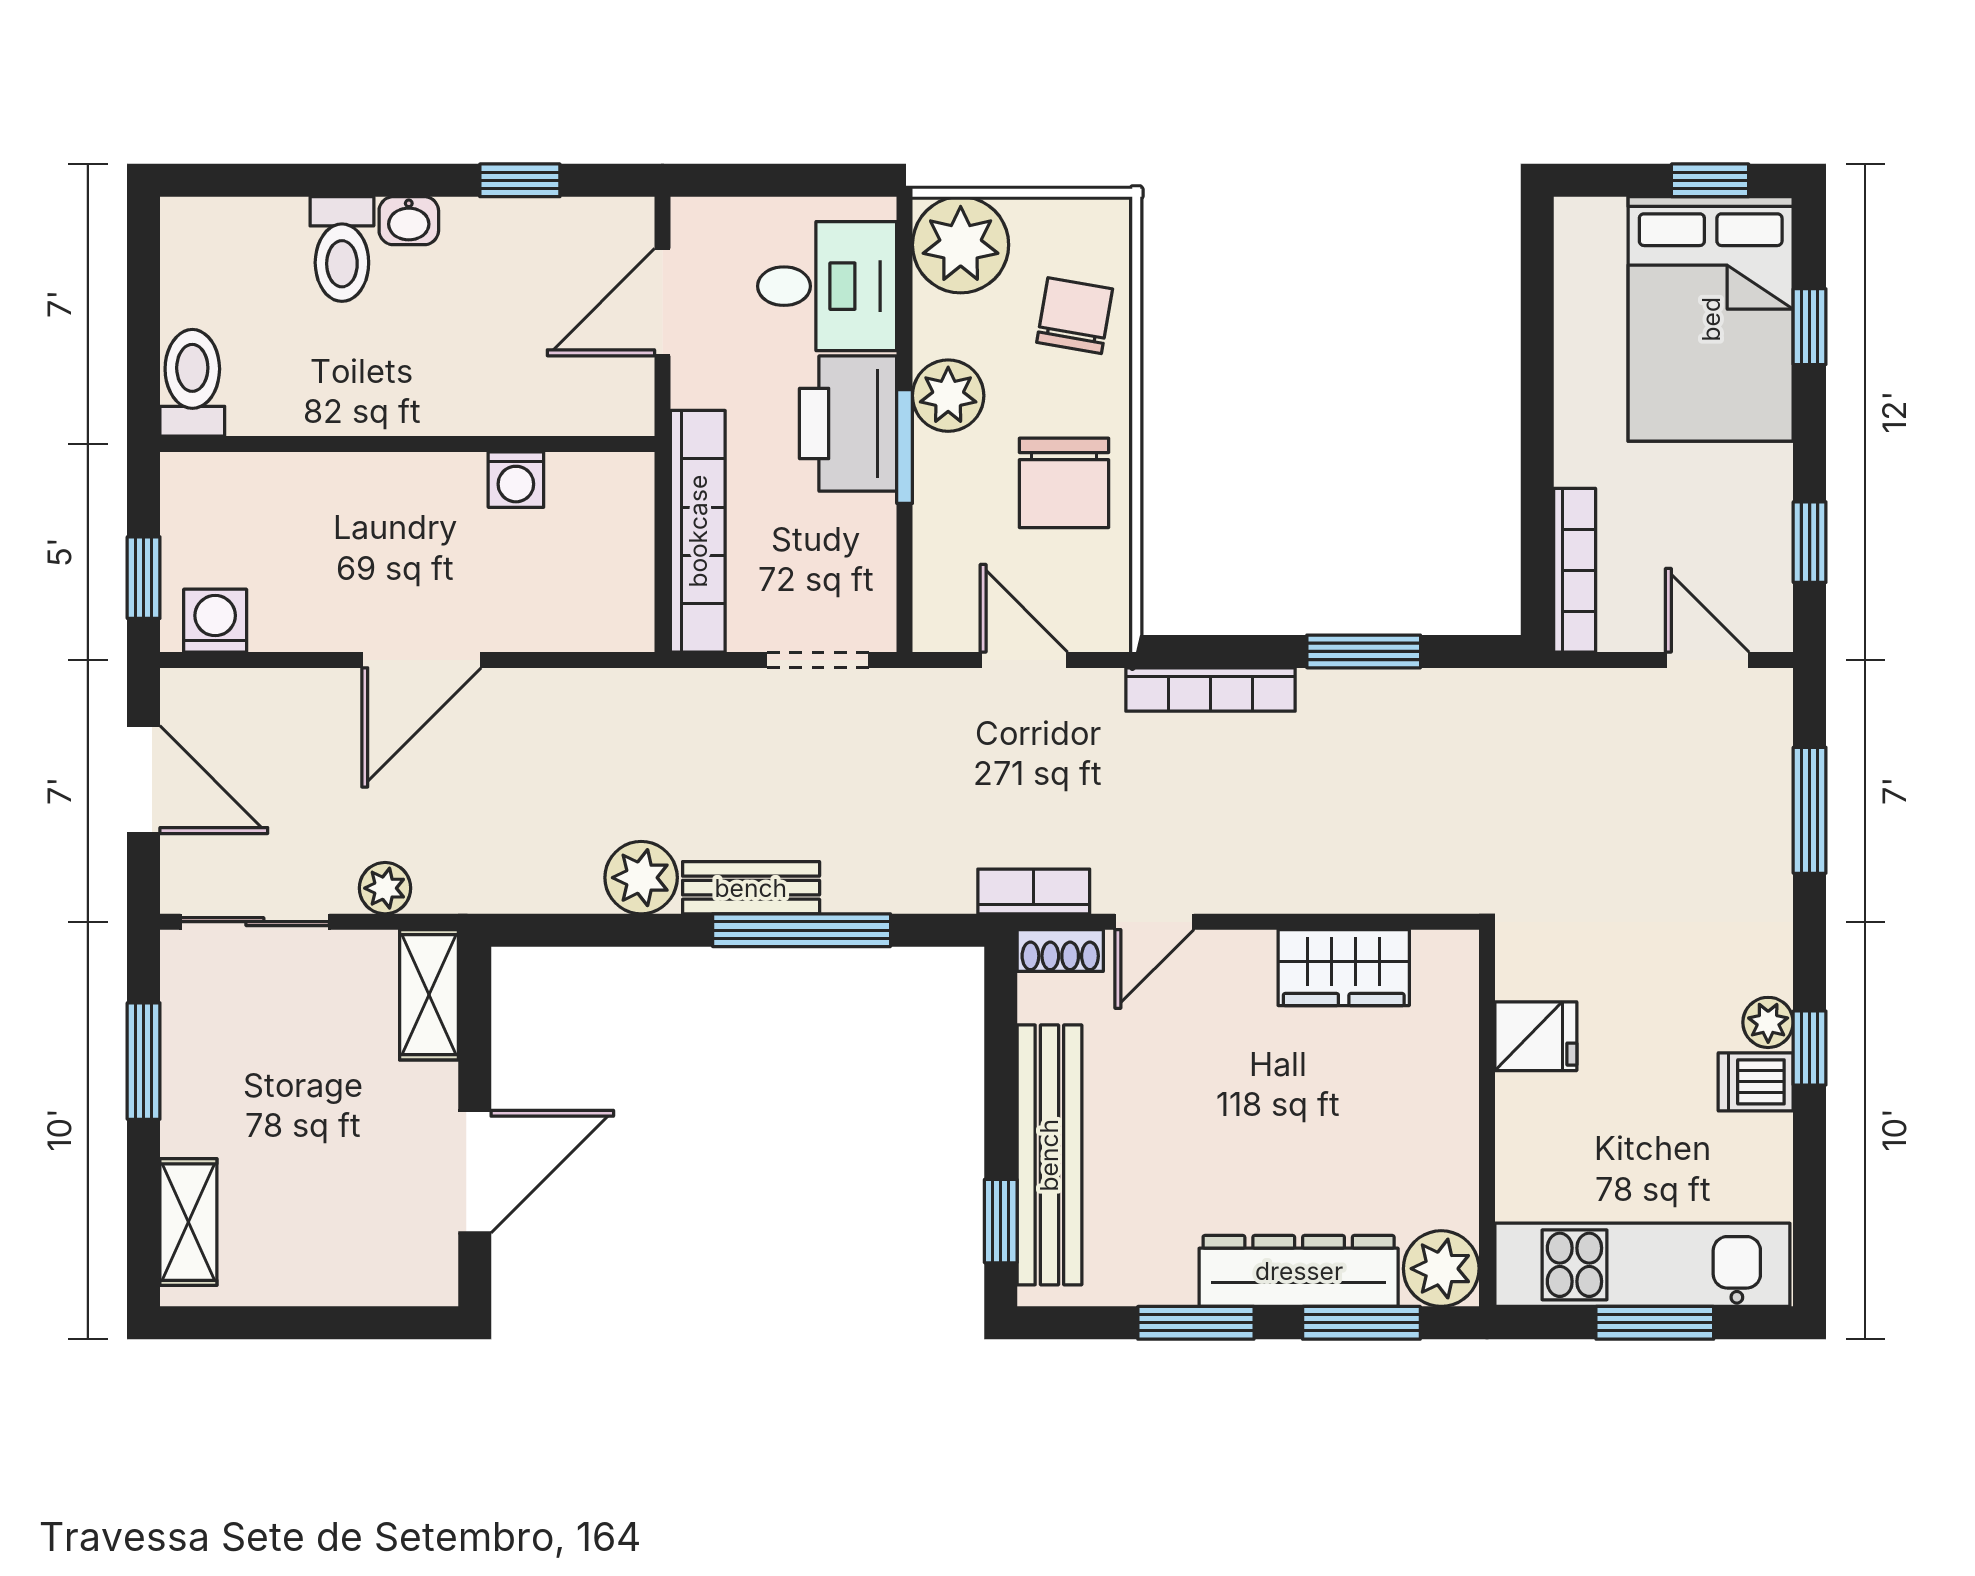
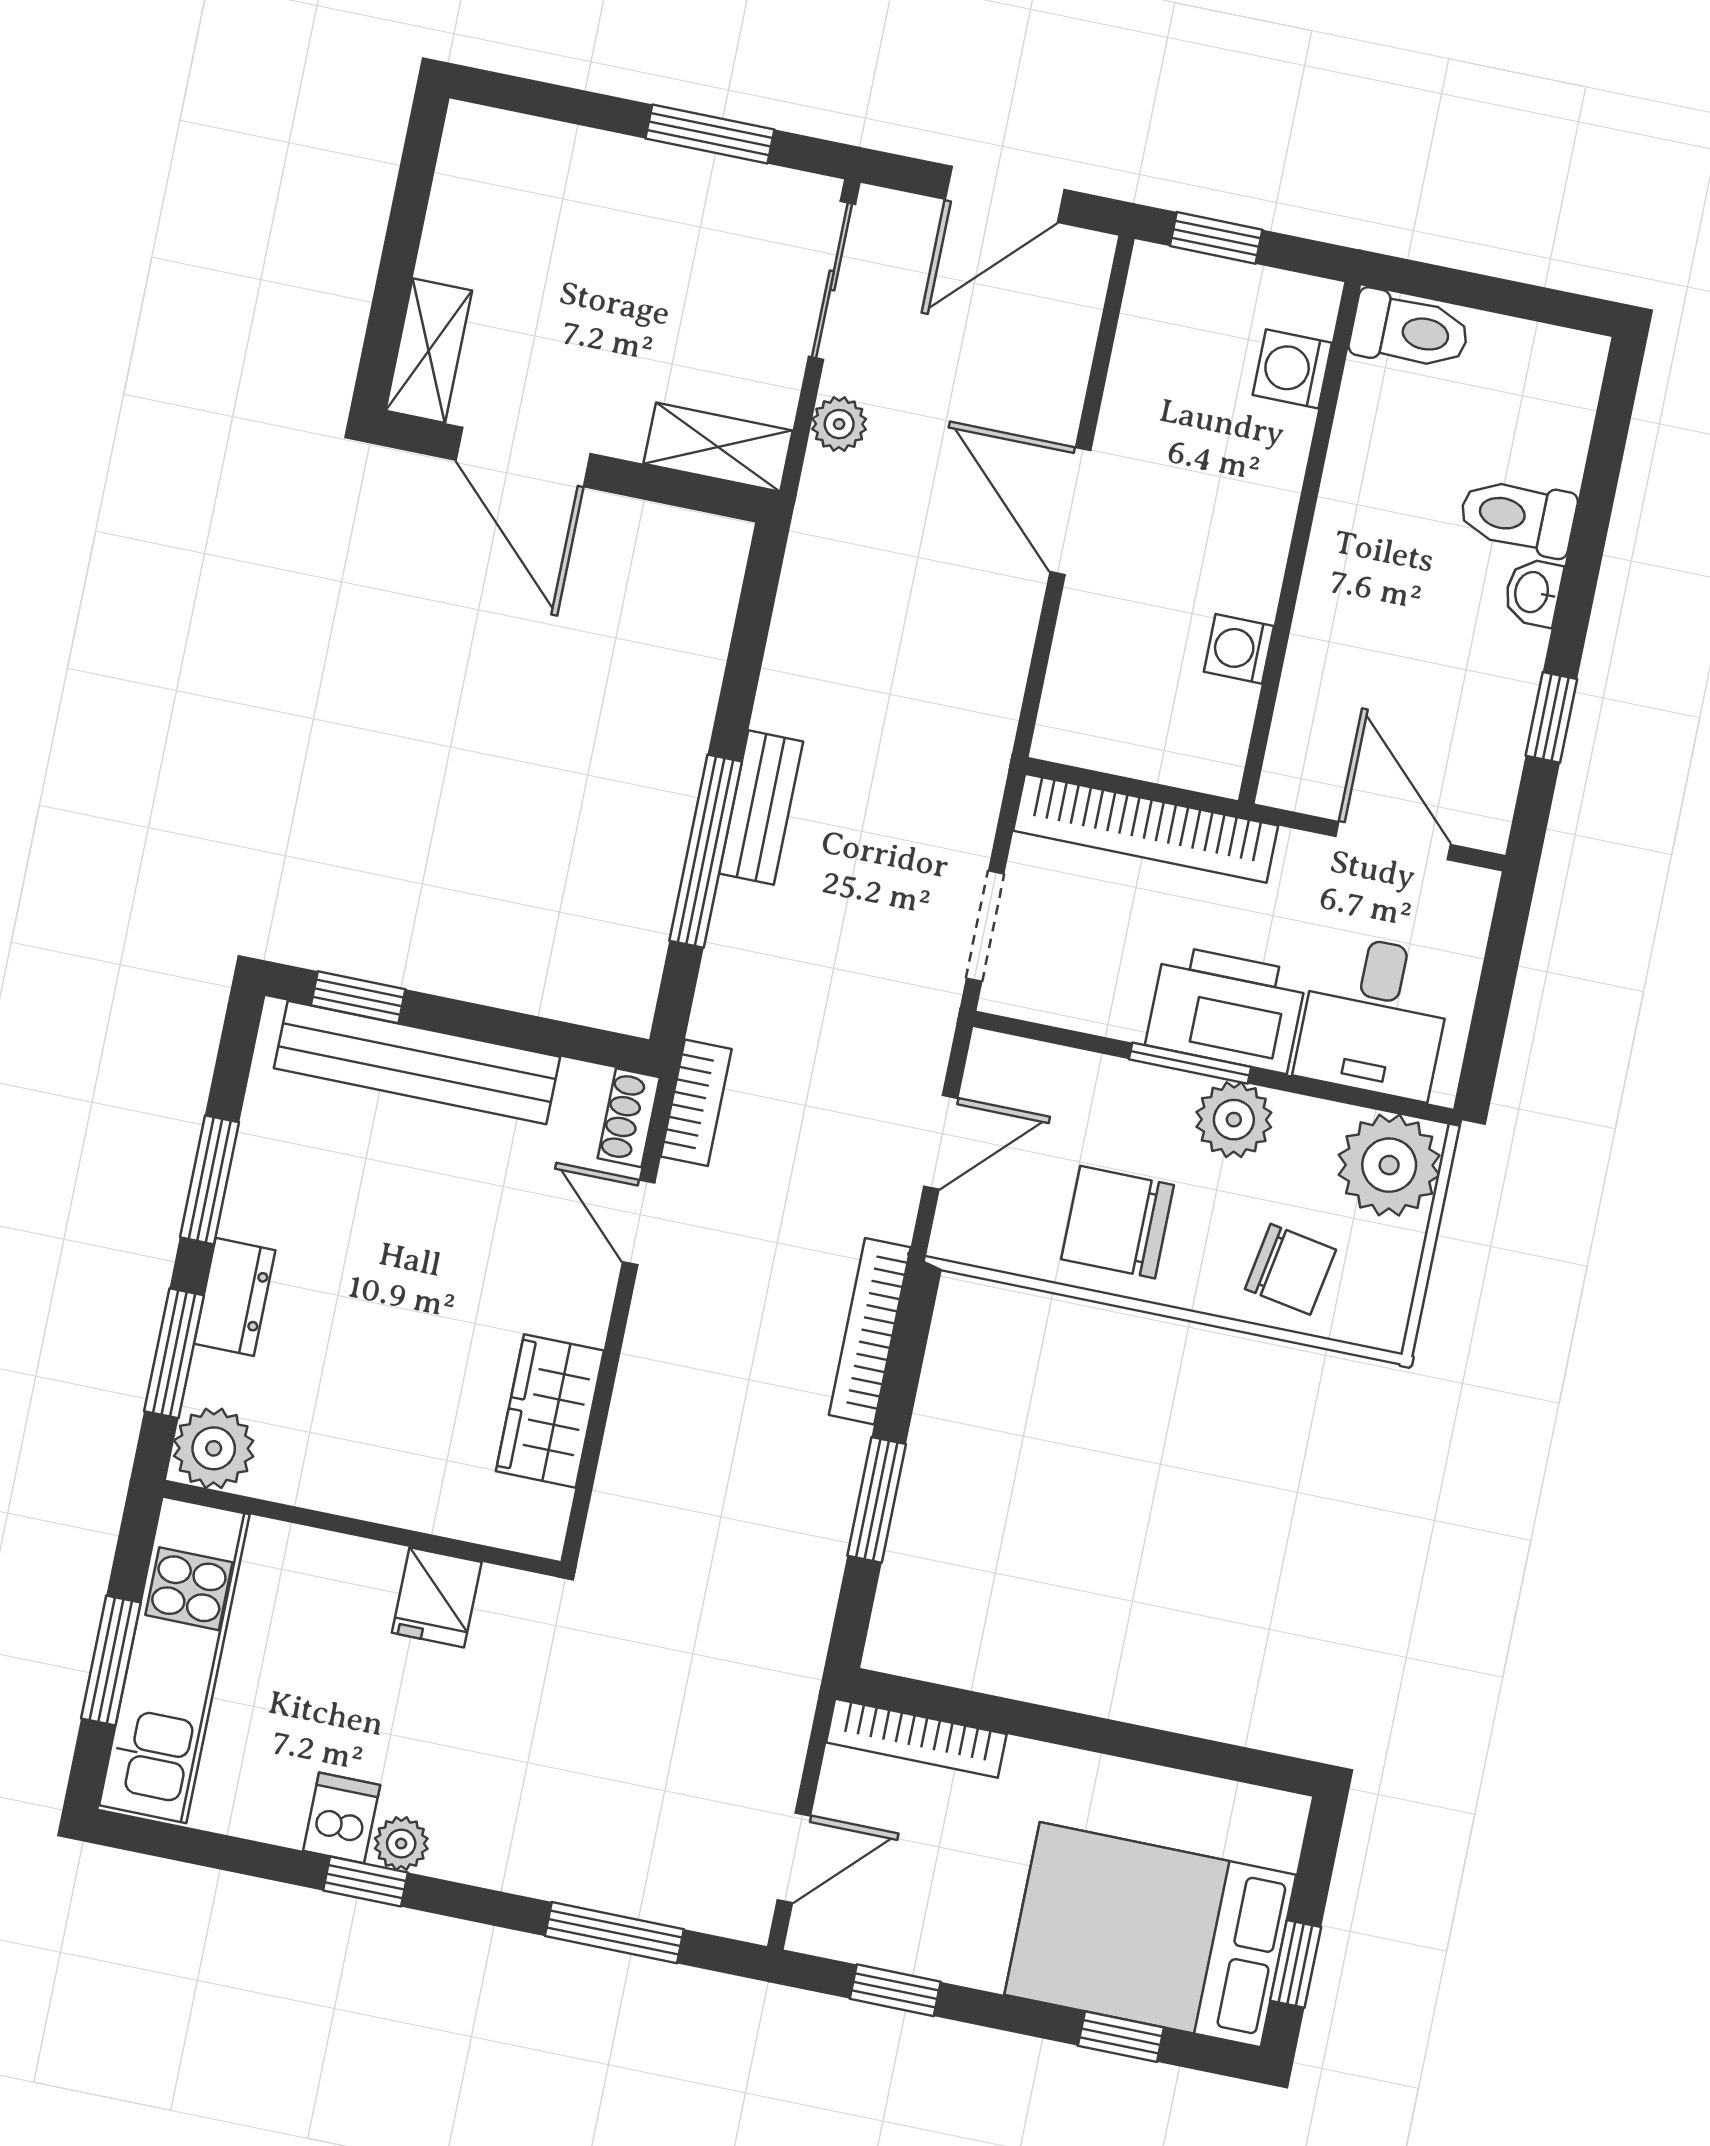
washing machine: (215, 621) -> (1292, 369), moved, turned 180
plant: (641, 878) -> (795, 694), removed
shelving: (188, 1222) -> (429, 351), moved, turned 90
dresser: (1299, 1271) -> (235, 1297), width x0.51, depth x0.80

